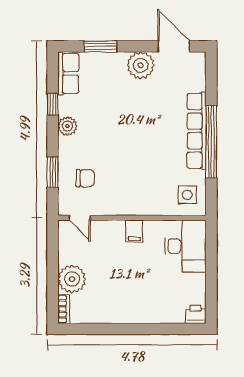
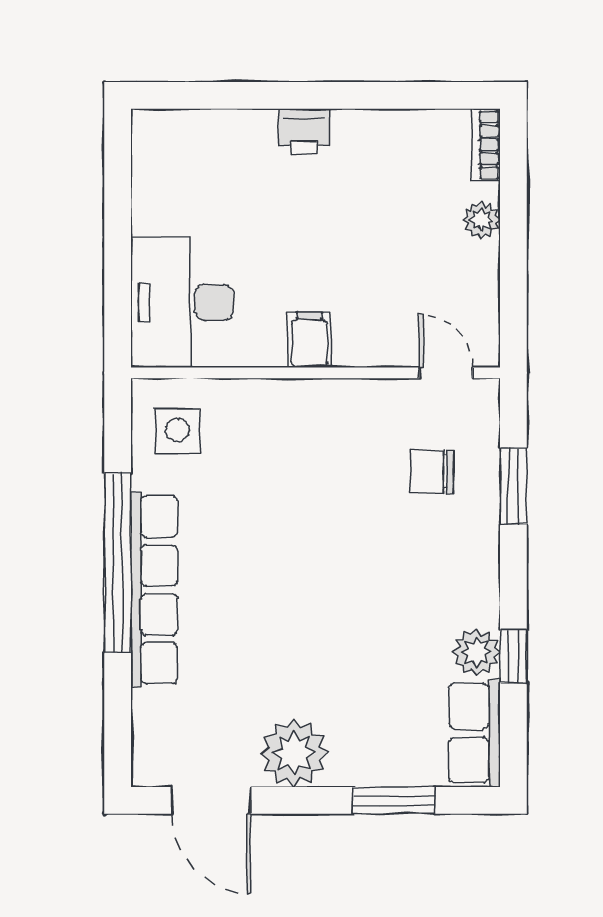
plant: (67, 126) -> (477, 652), moved
plant: (72, 279) -> (481, 220), width x0.53, depth x0.53
printer: (196, 314) -> (304, 132), moved

